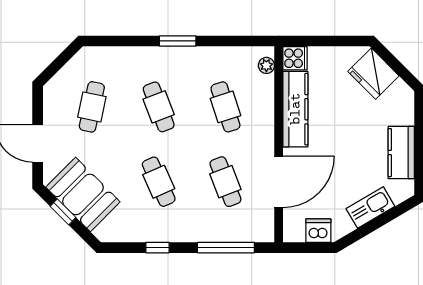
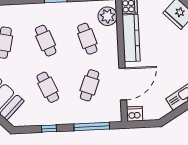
plant: (266, 65) -> (108, 16), width x1.87, depth x1.87
cafe table: (225, 182) -> (90, 85), turned 42
dishwasher: (318, 231) -> (135, 114), moved

